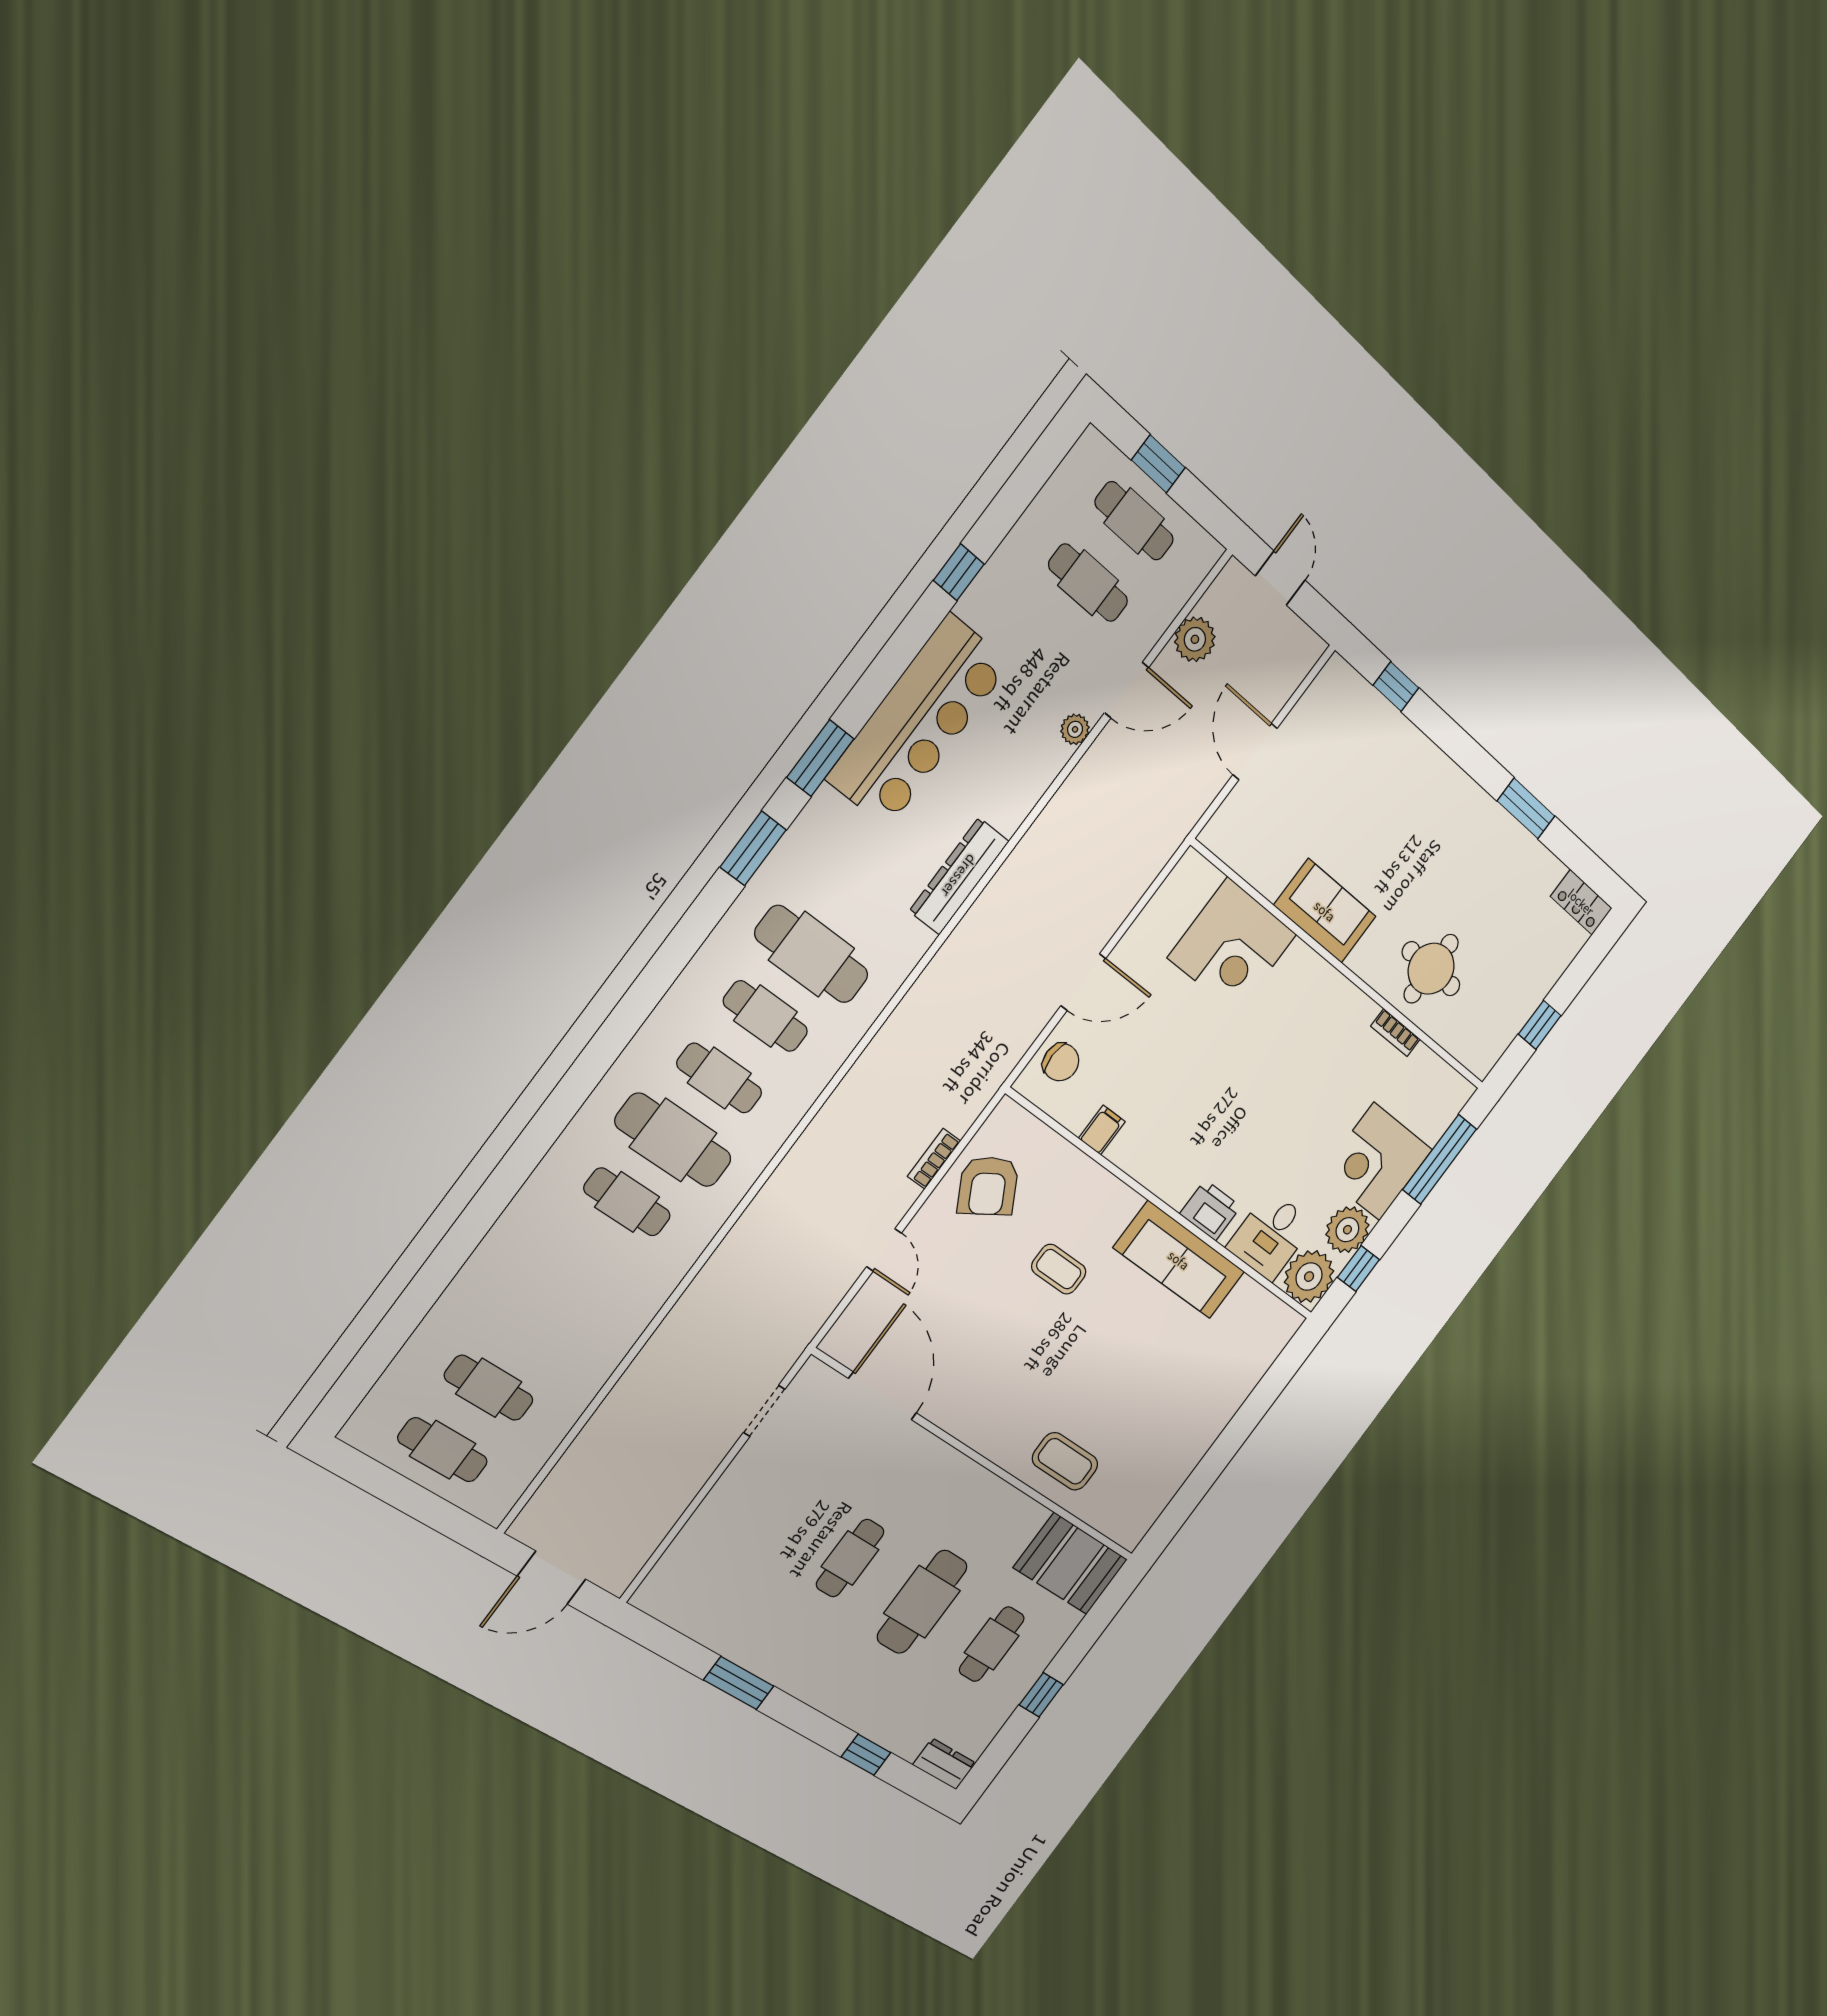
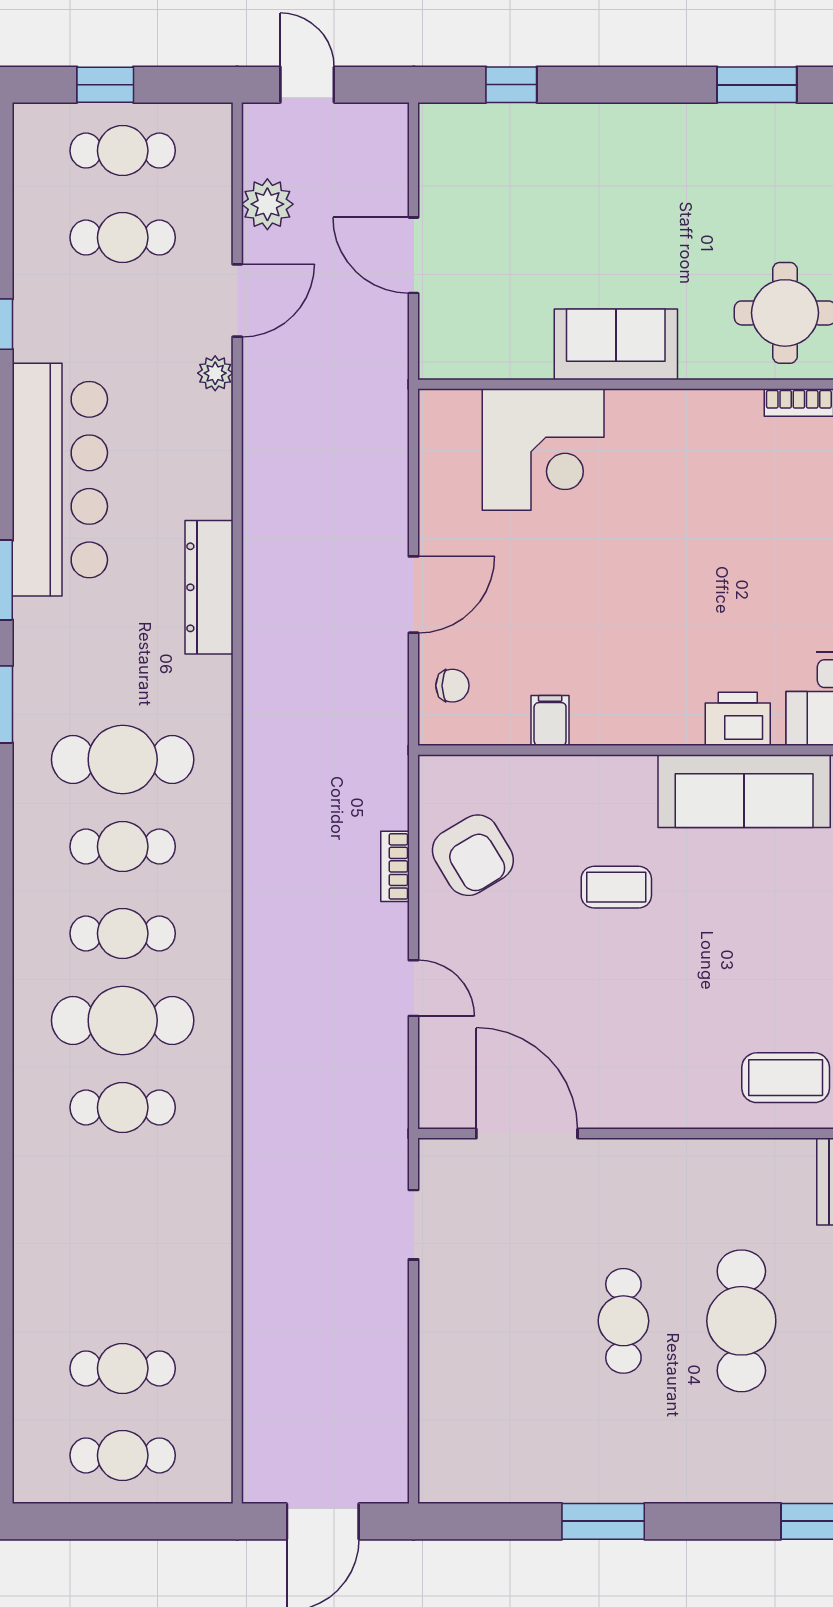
chair: (1061, 1062) -> (452, 686), width x0.73, depth x0.73

